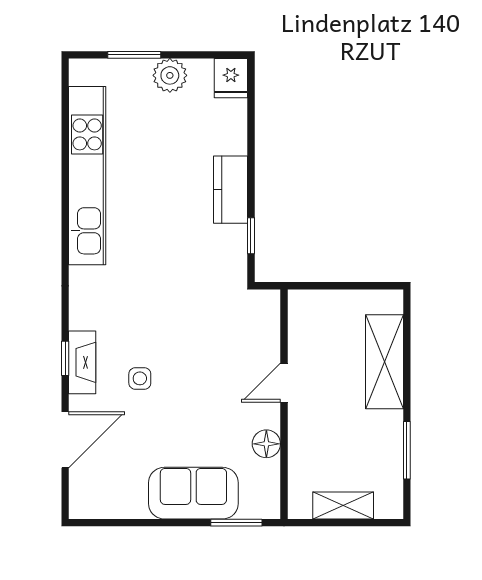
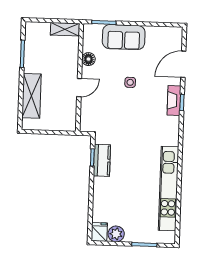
plant: (170, 75) -> (116, 234), moved
kitchen counter: (231, 190) -> (102, 160), moved
side table: (140, 378) -> (130, 82), moved
shelving: (343, 505) -> (65, 29), moved

